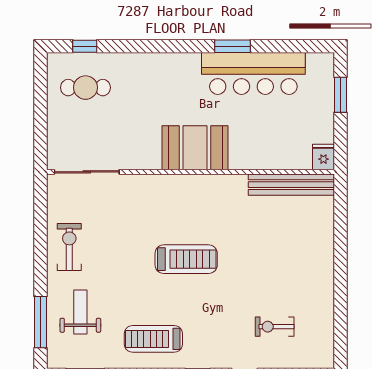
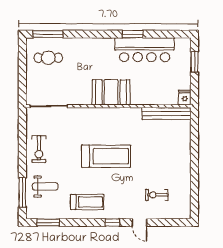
window: (85, 46) -> (48, 34), width x2.17
exercise bike: (69, 247) -> (39, 149), turned 180
treadmill: (186, 259) -> (106, 156), width x1.37, depth x1.38
weight bench: (80, 312) -> (45, 187), turned 90
treadmill: (153, 339) -> (87, 202), turned 180

